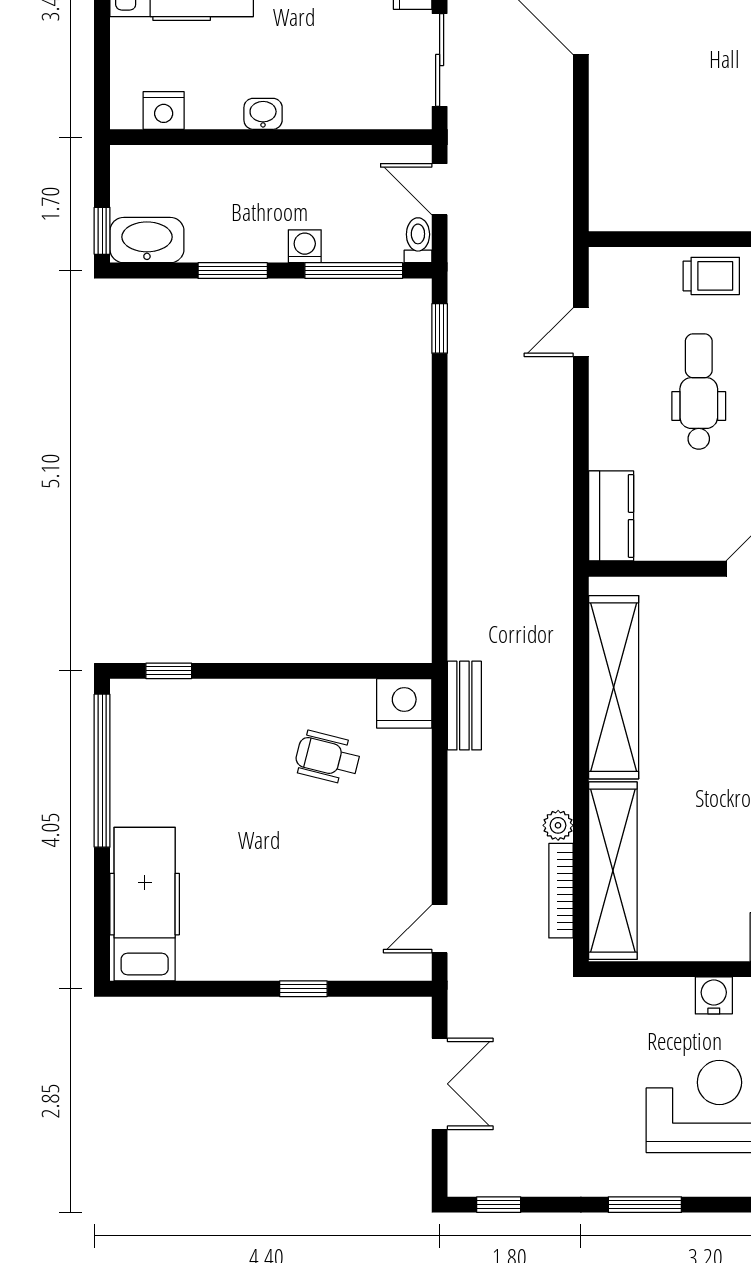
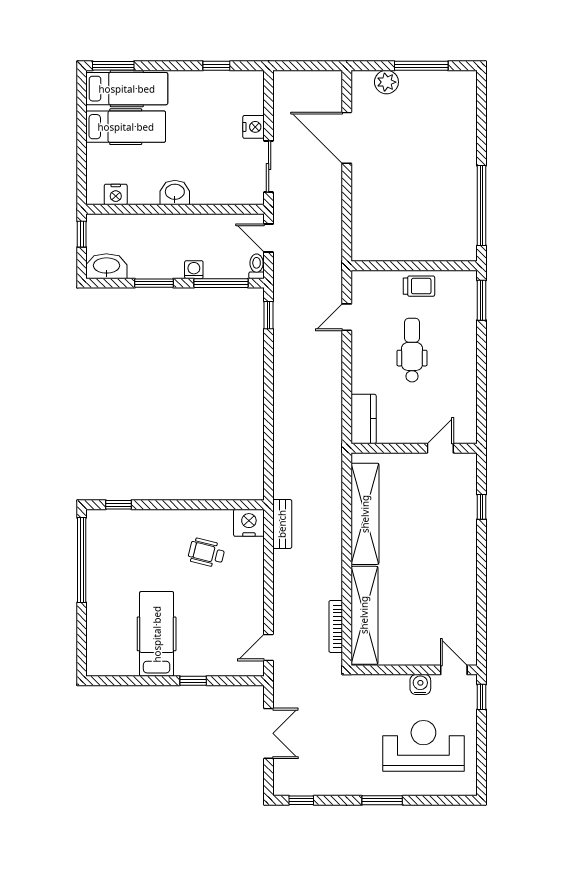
washbasin: (263, 114) -> (175, 192), width x1.38, depth x1.45
window: (102, 231) -> (82, 234), moved
plant: (558, 825) -> (334, 590), removed
hospital bed: (145, 904) -> (157, 634), moved

